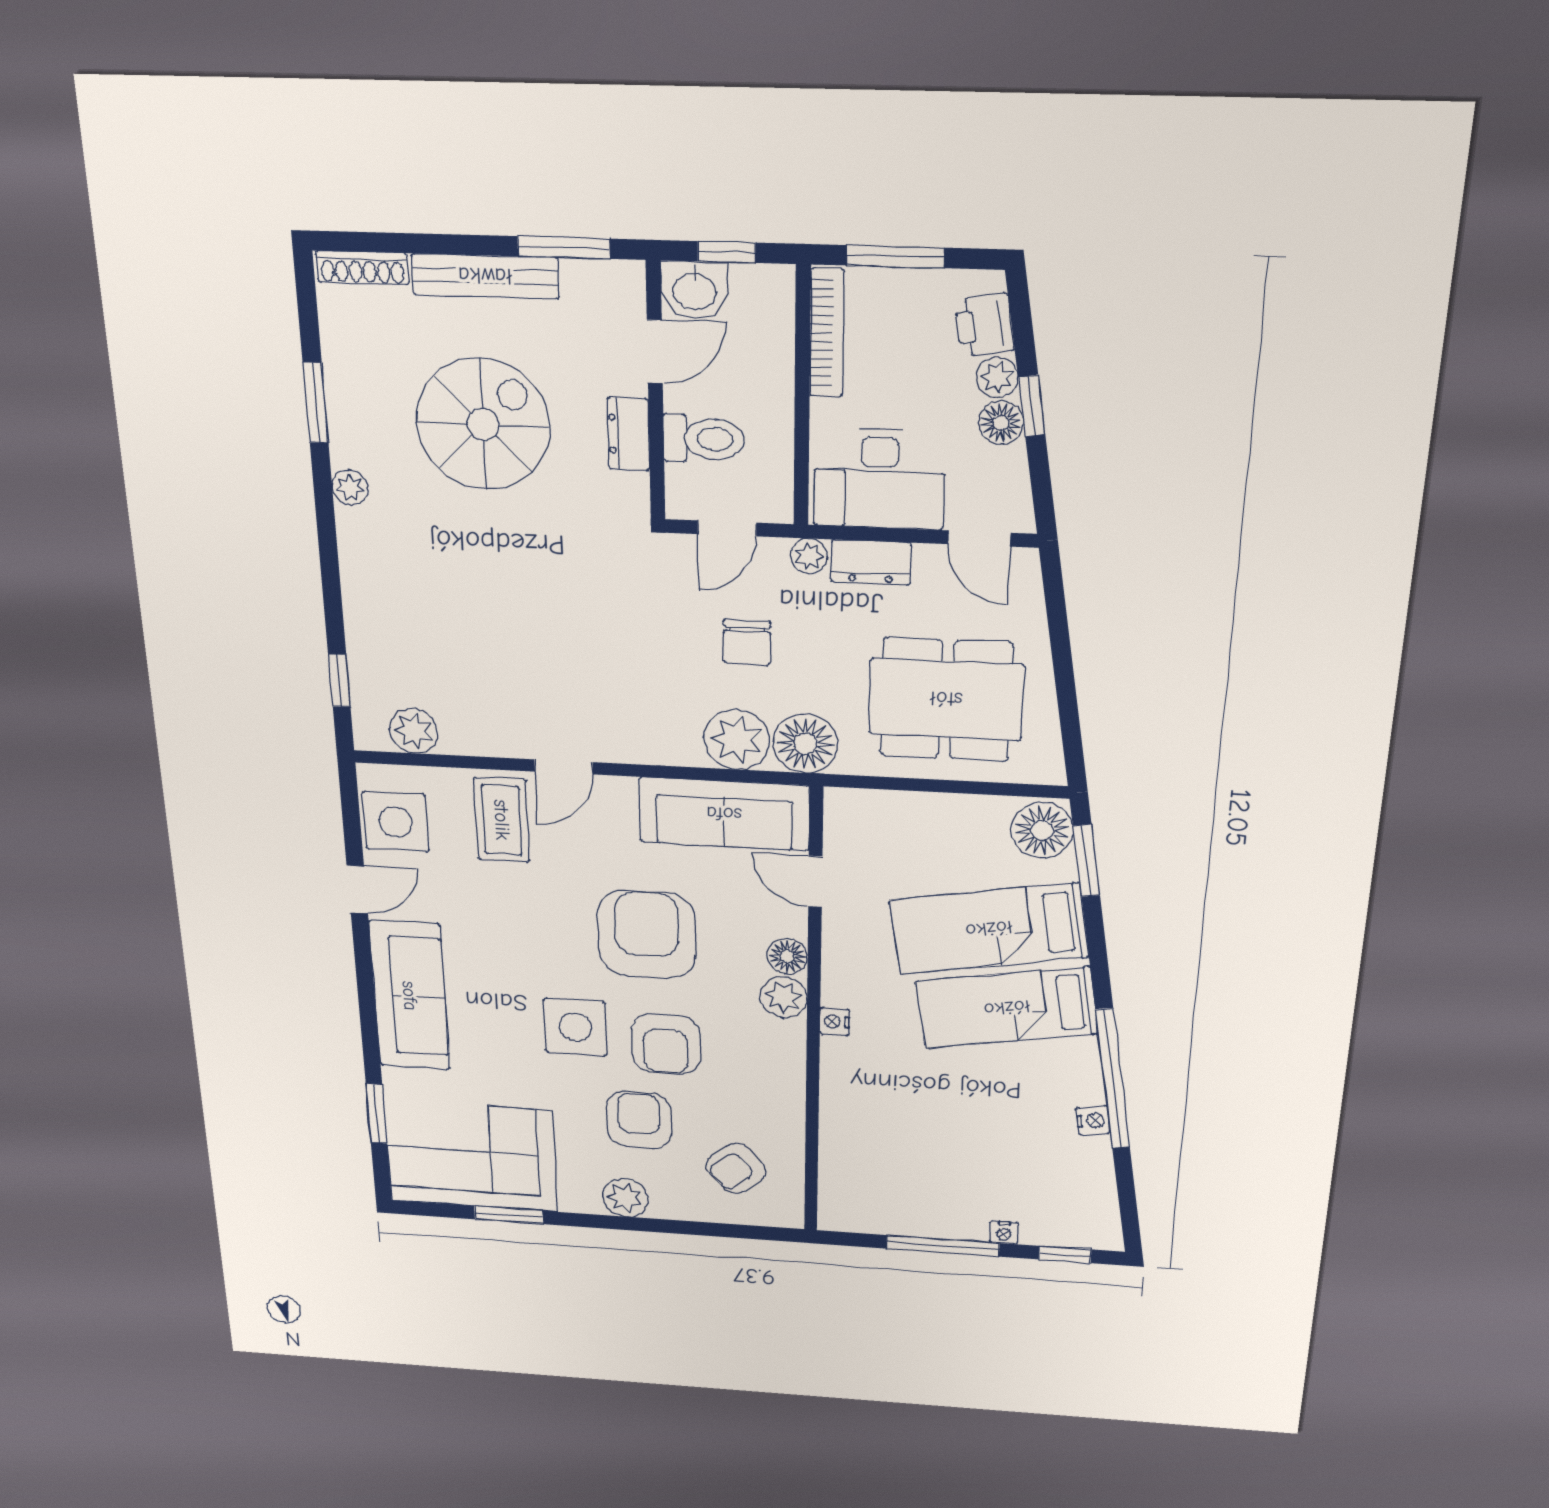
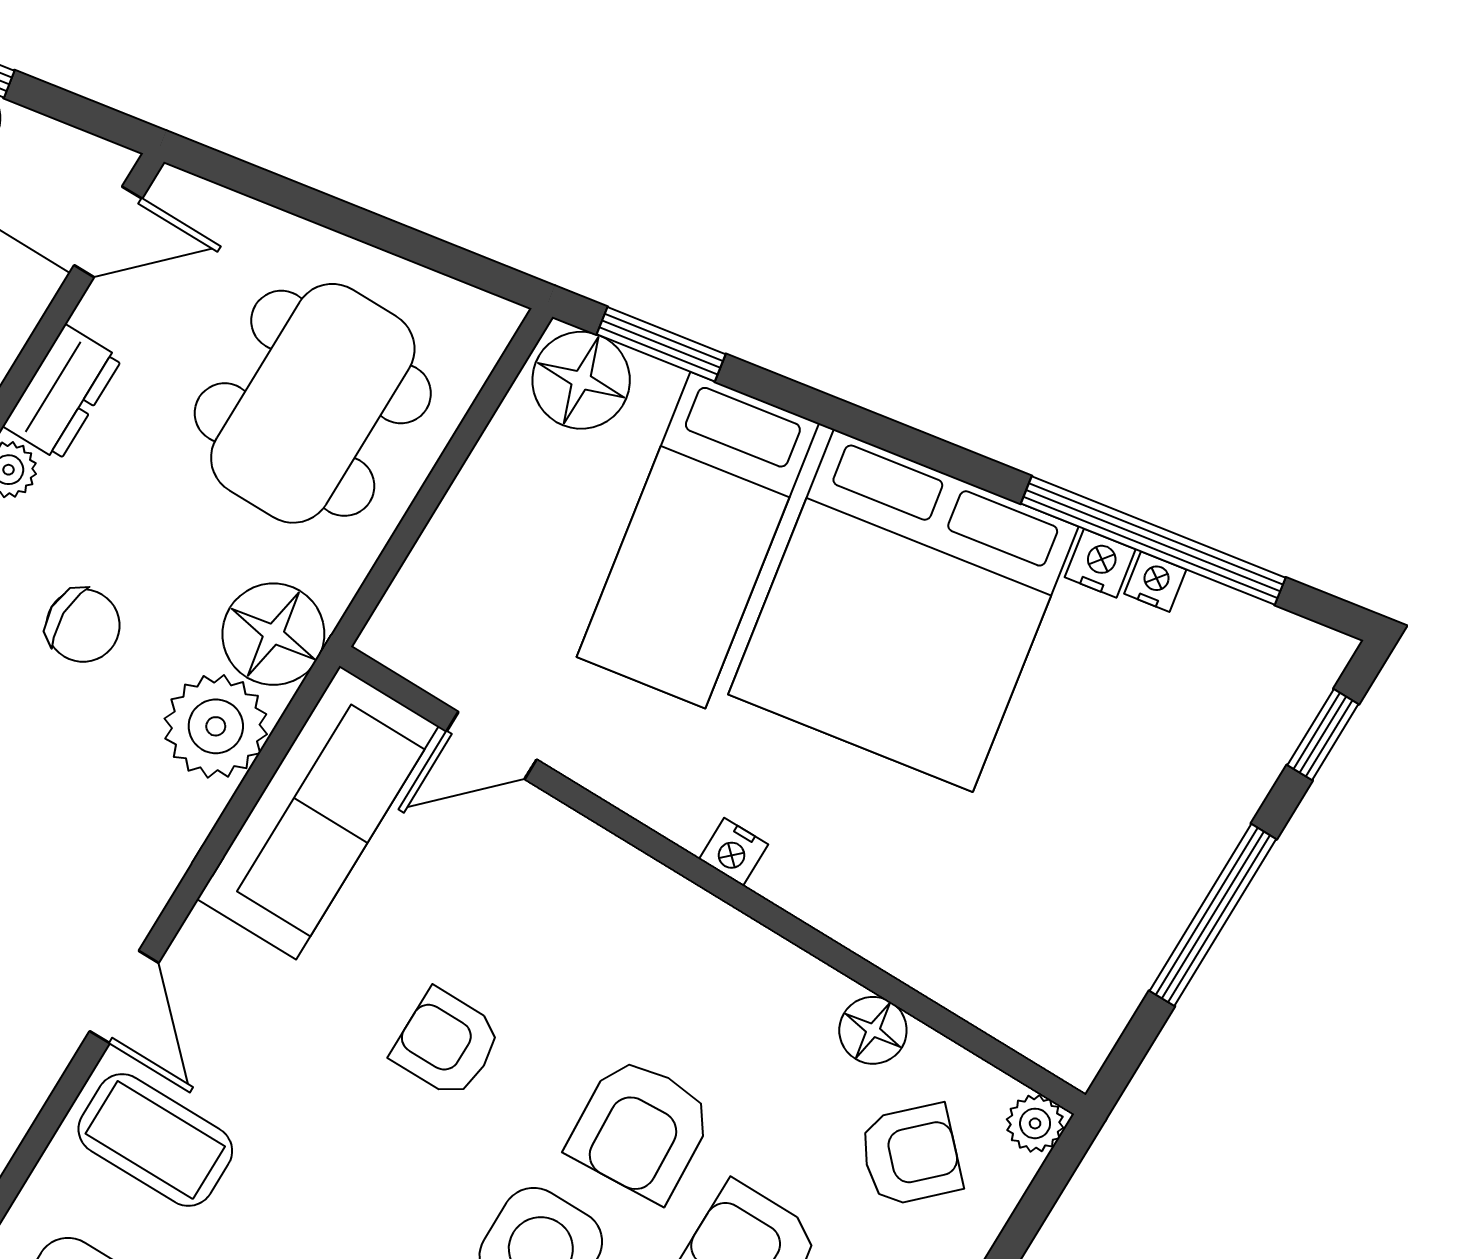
armchair: (647, 935) -> (447, 1043), width x0.53, depth x0.53
floor lamp: (787, 956) -> (873, 1030), moved
plant: (784, 997) -> (1035, 1123), moved, width x0.73, depth x0.73
bed: (1007, 1008) -> (903, 610), width x2.04
armchair: (666, 1044) -> (641, 1129), turned 87
window: (1113, 1079) -> (1153, 541), moved
armchair: (736, 1169) -> (911, 1155), turned -94
nightstand: (1004, 1232) -> (1155, 582), moved, turned -100

